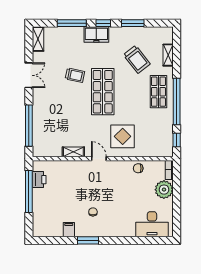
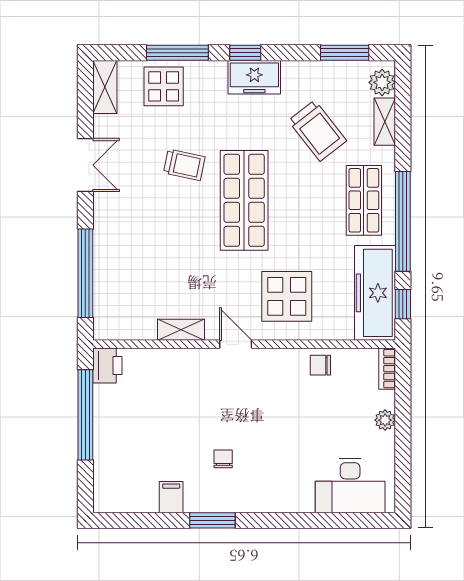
window: (133, 23) -> (345, 53), moved
freezer: (96, 34) -> (254, 77), moved
plant: (167, 37) -> (382, 82), added
display table: (65, 39) -> (164, 86), added
freezer: (164, 135) -> (375, 293), added
printer: (39, 180) -> (107, 365), moved
plant: (164, 190) -> (385, 420), width x0.53, depth x0.53

